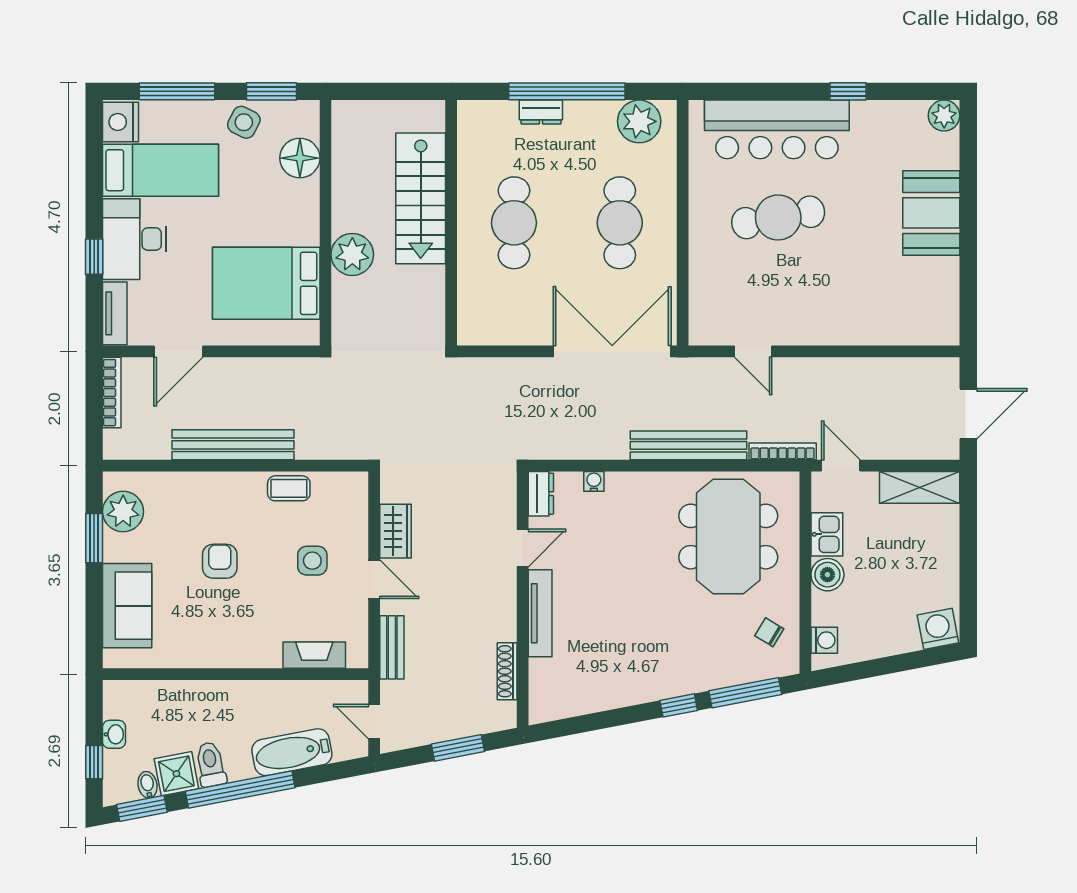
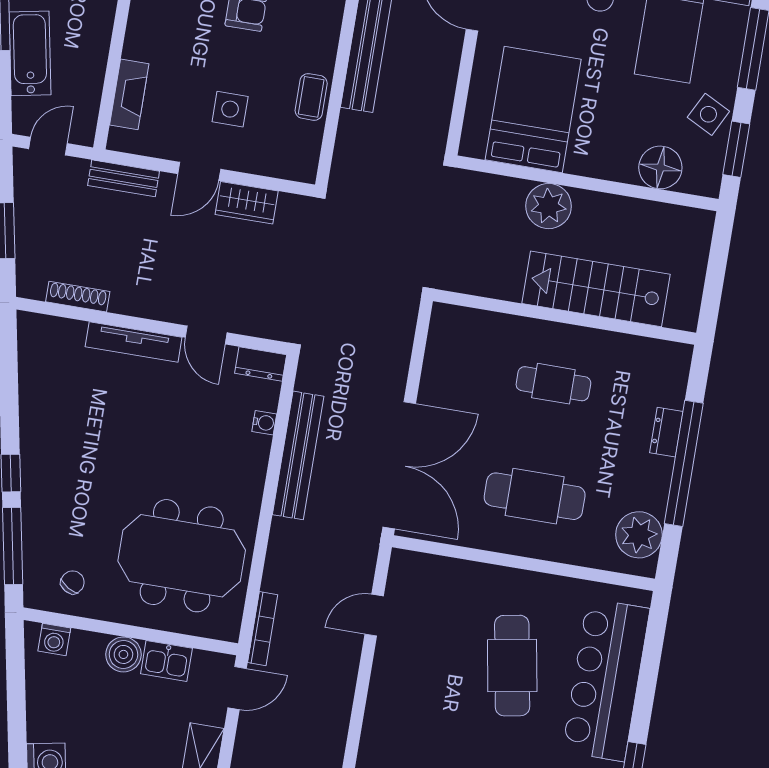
cafe table: (514, 223) -> (553, 384), width x0.73, depth x0.74
bench: (689, 445) -> (298, 455), moved

